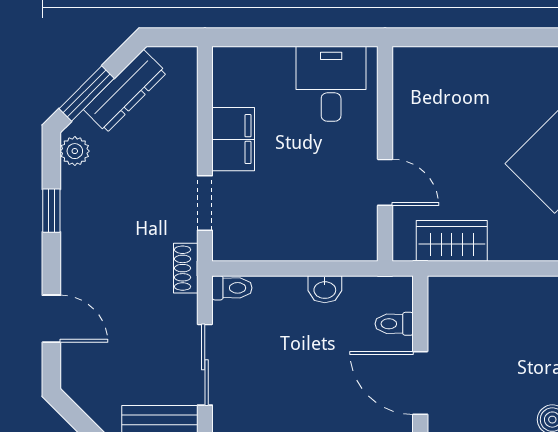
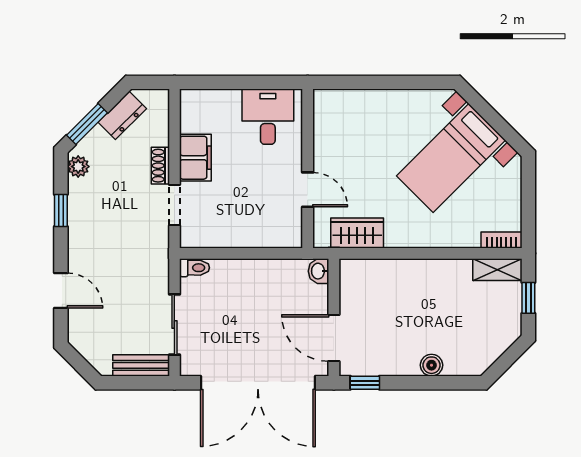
dresser: (125, 91) -> (122, 115), width x0.70
shoe rack: (186, 268) -> (160, 166), moved
washbasin: (325, 289) -> (319, 271), moved, turned 90
toilet: (394, 324) -> (315, 294), removed

